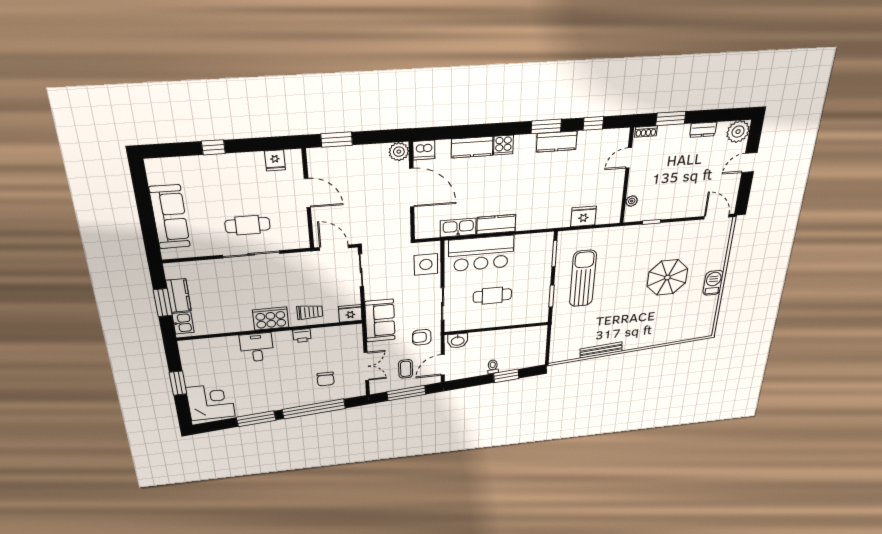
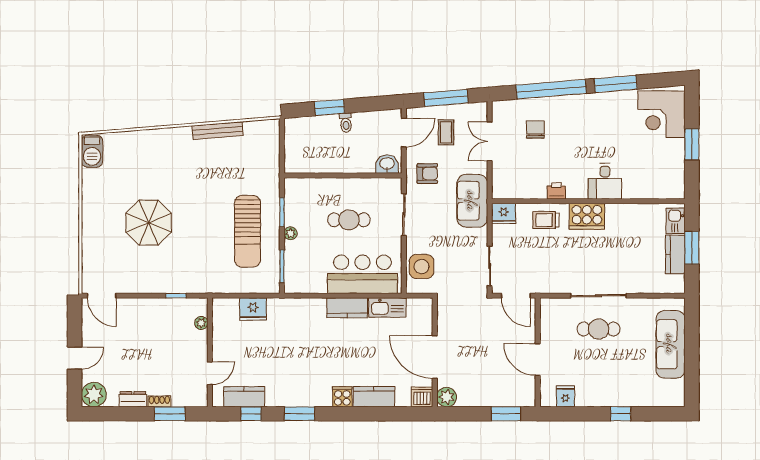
shoe rack: (646, 131) -> (159, 401), moved
kitchen counter: (557, 142) -> (244, 397), moved
plant: (545, 280) -> (291, 233), added
barbecue: (713, 283) -> (92, 151), moved

